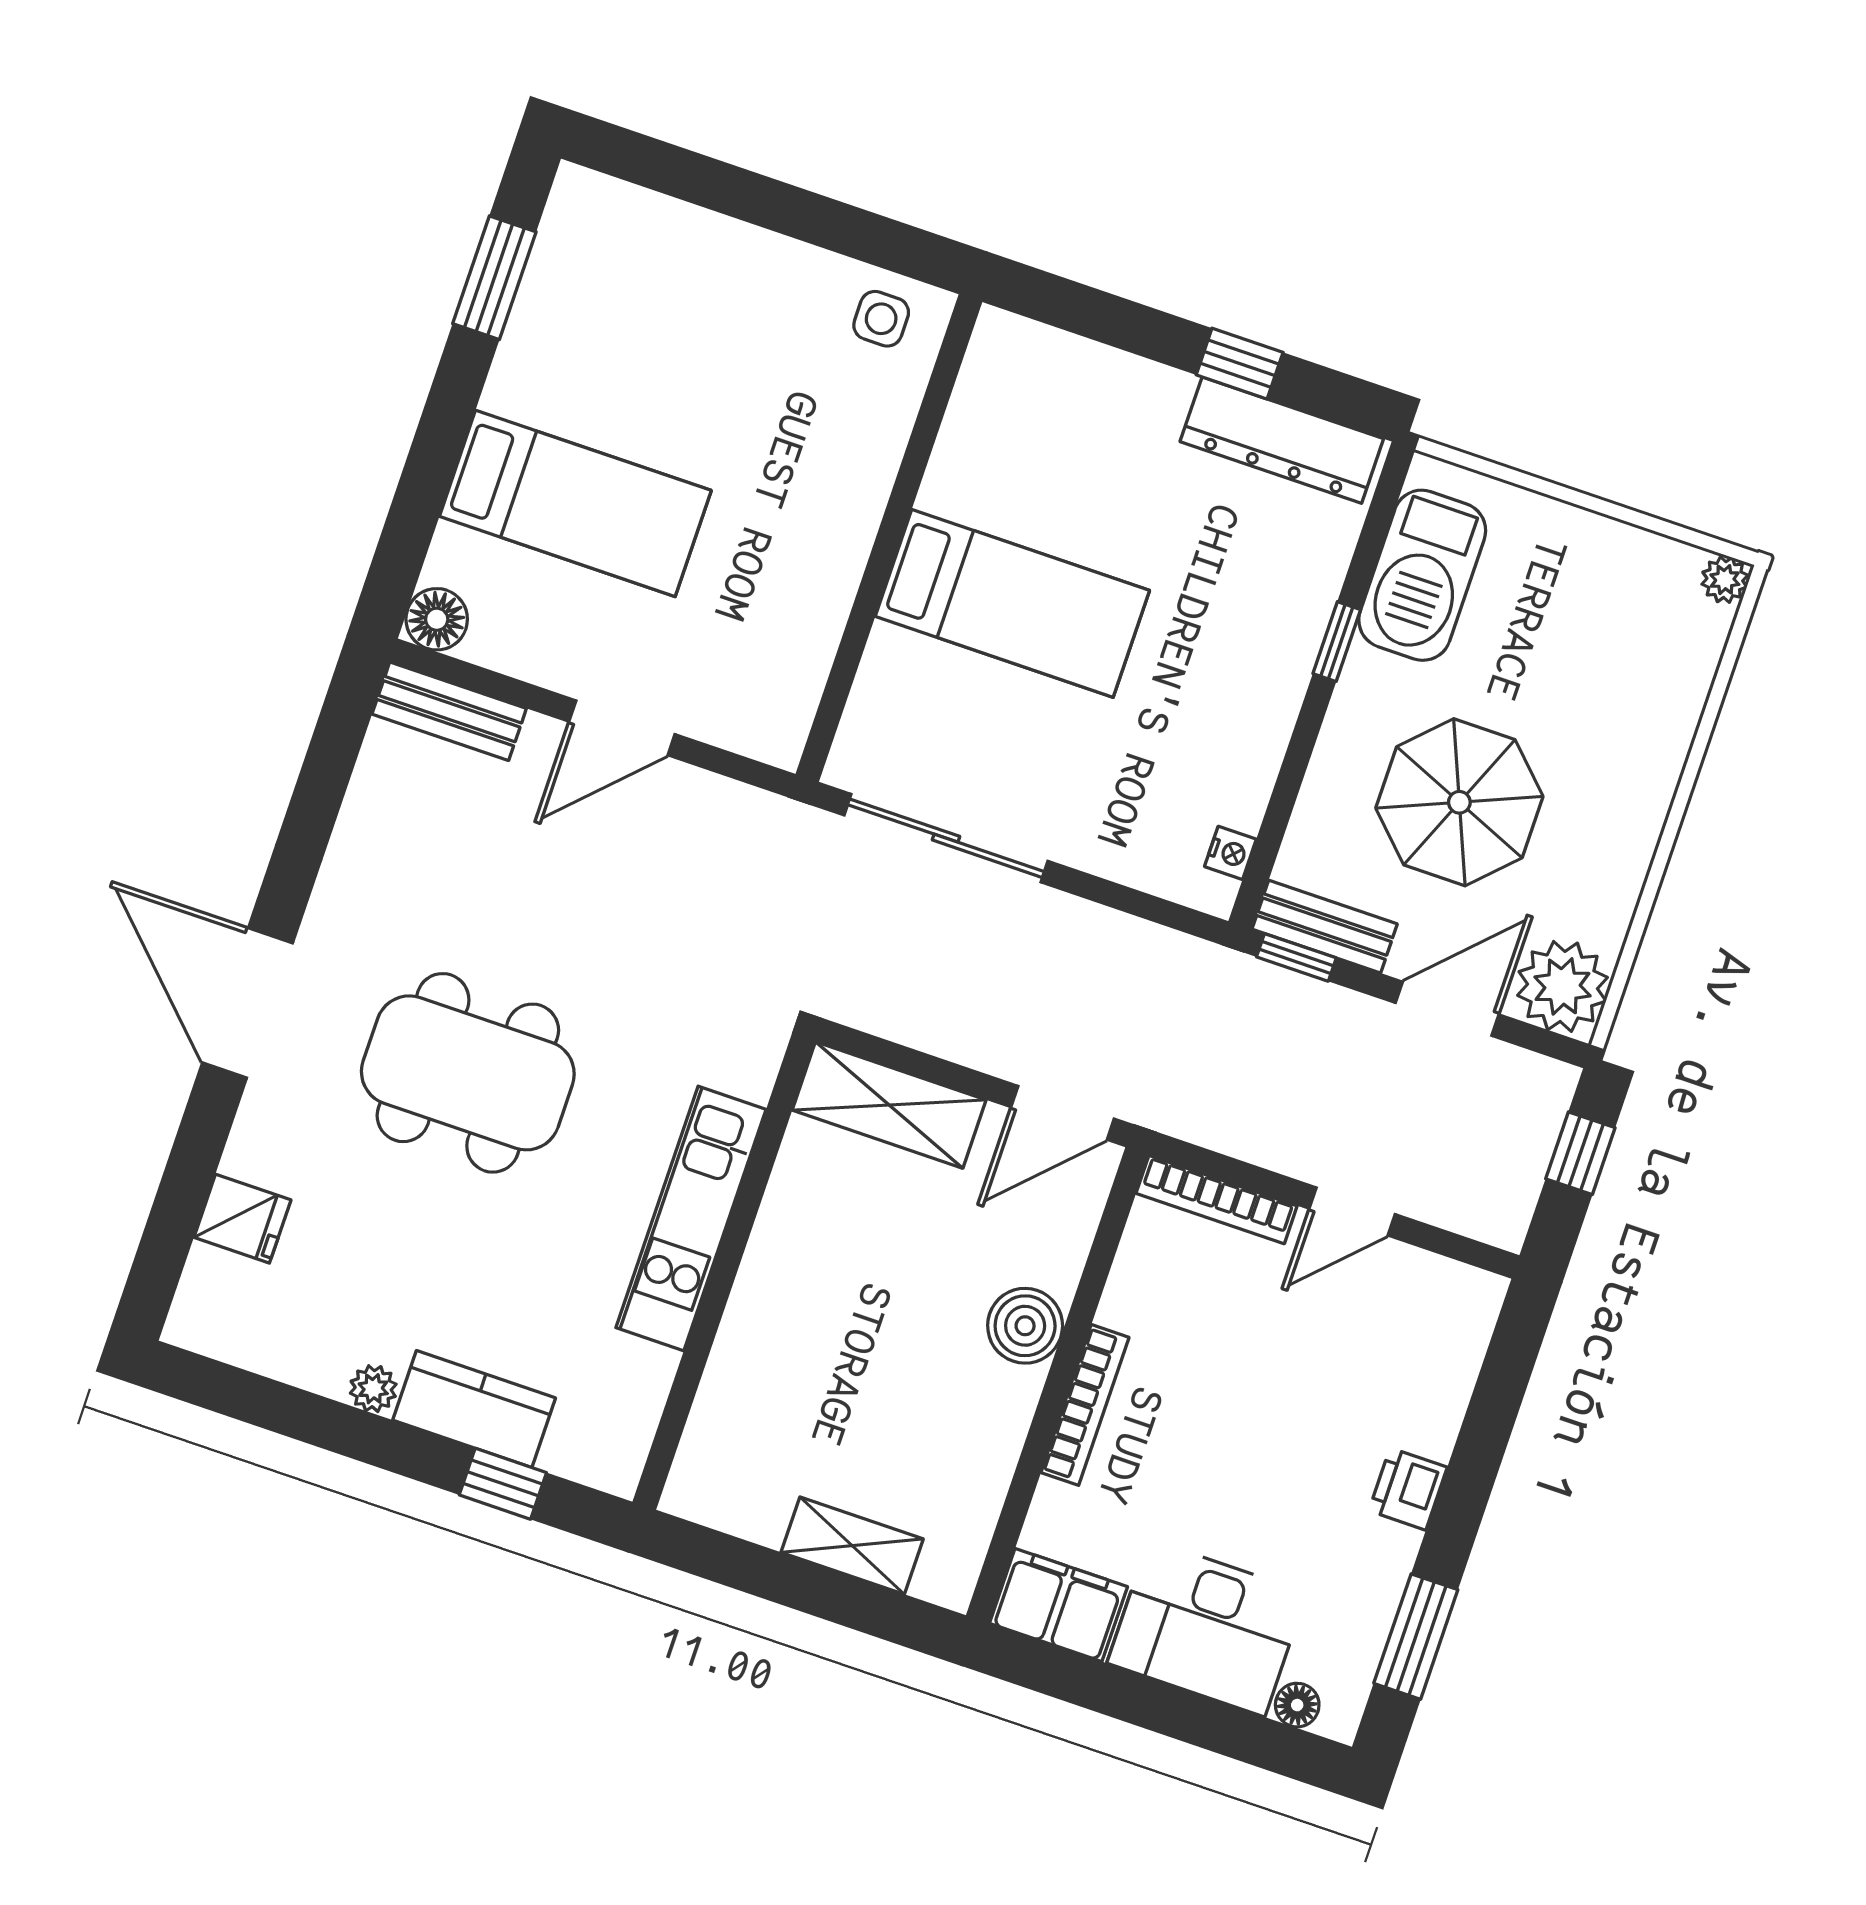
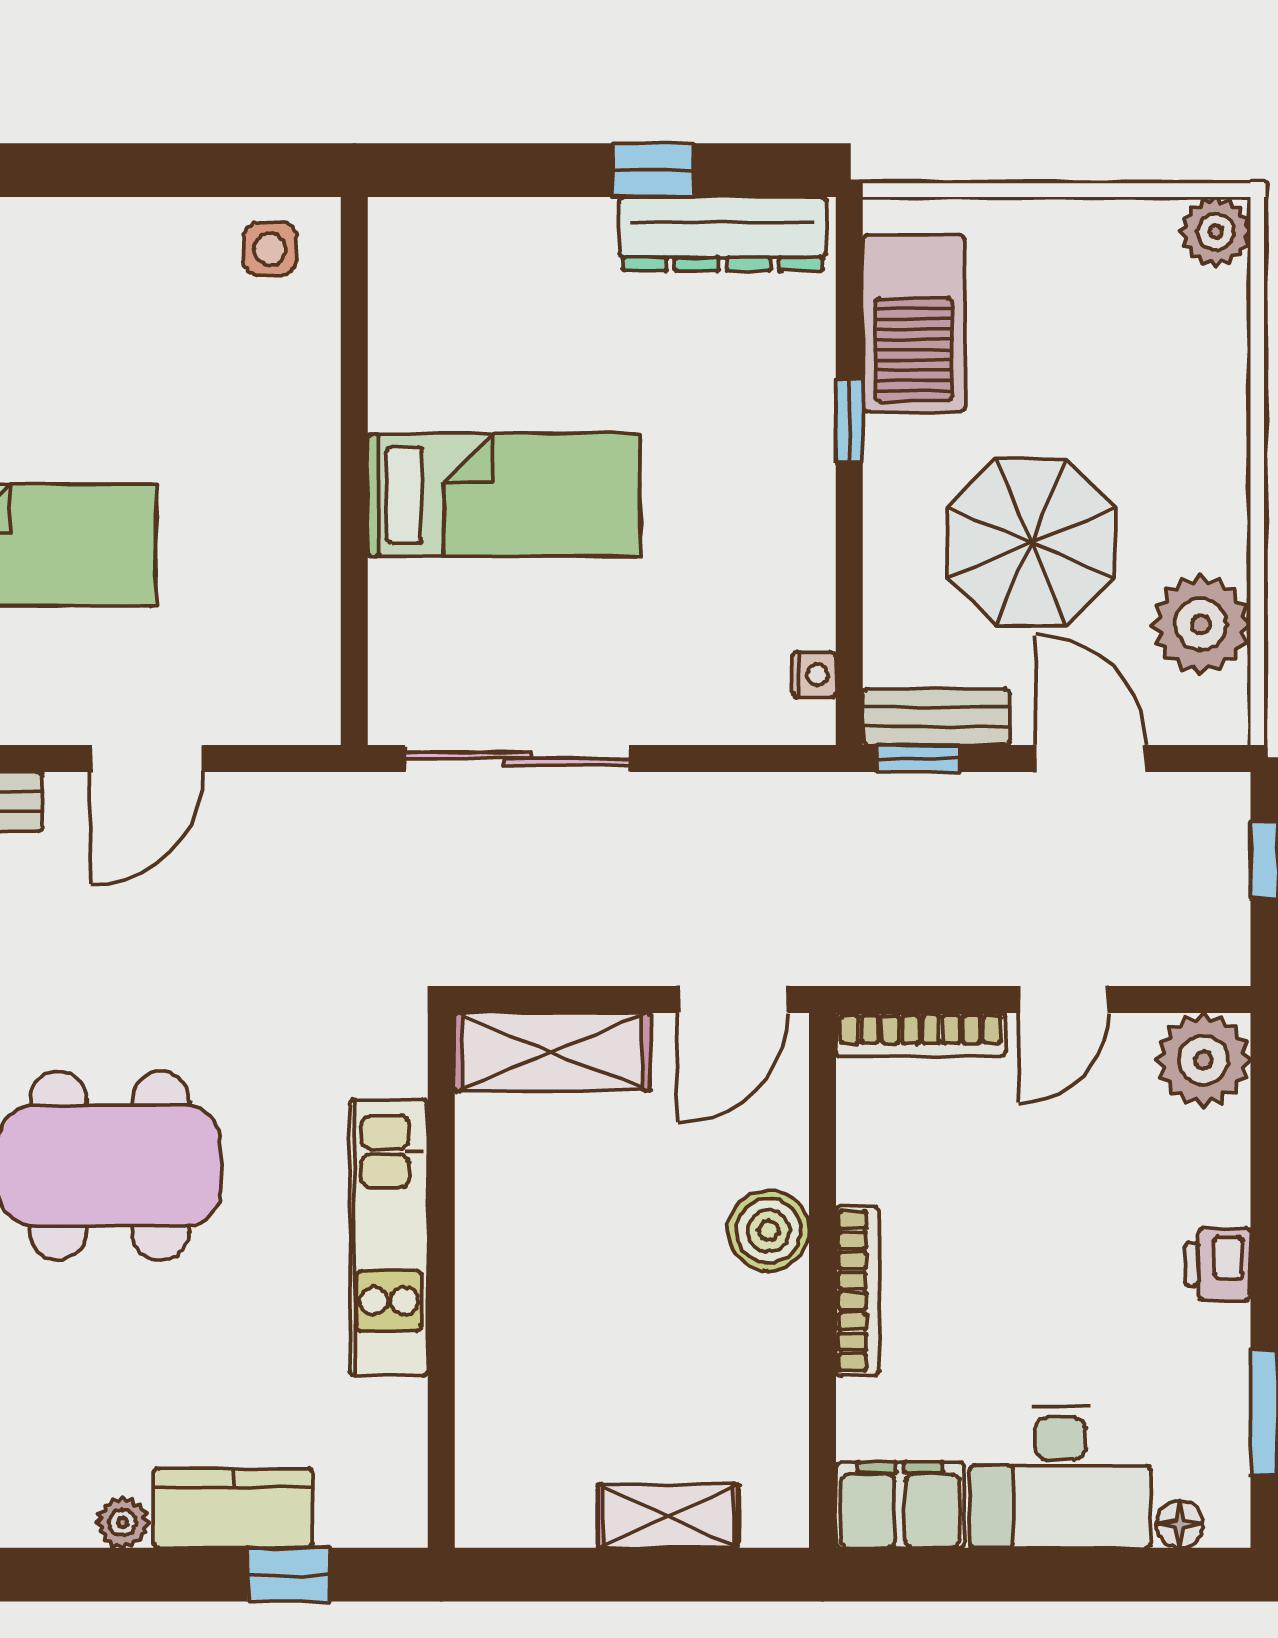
plant: (1725, 580) -> (1216, 232), width x1.38, depth x1.38
plant: (1562, 986) -> (1201, 624), moved
door: (1447, 1009) -> (1090, 759), hinge flipped
plant: (1456, 1306) -> (1203, 1060), added

